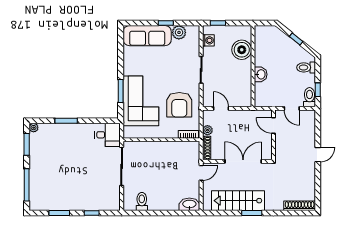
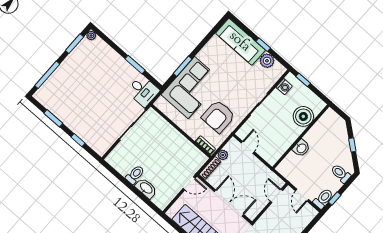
window: (66, 121) -> (135, 65), moved
toilet: (142, 201) -> (135, 175), moved
washbasin: (189, 204) -> (146, 188), moved

